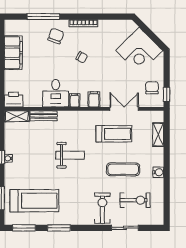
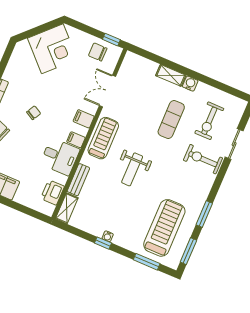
printer: (14, 99) -> (52, 192), moved
treadmill: (114, 134) -> (103, 138), moved
shelving: (158, 135) -> (171, 75), moved
weight bench: (70, 155) -> (132, 169), turned 180
exercise bike: (135, 200) -> (209, 121), turned 180

